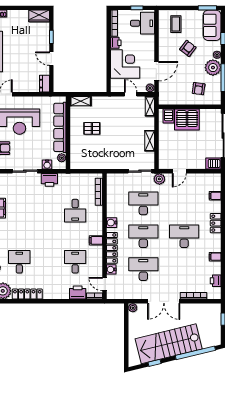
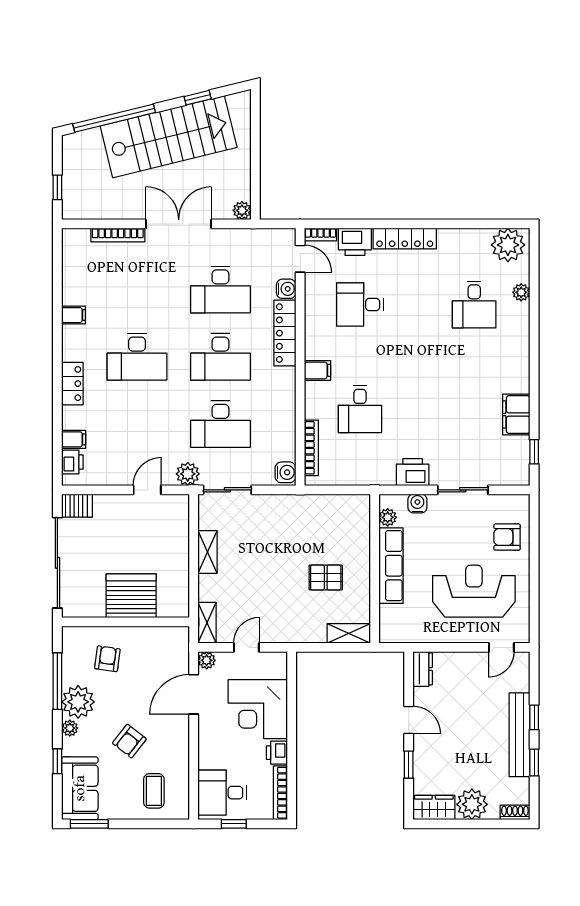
plant: (20, 18) -> (472, 804), added
door: (131, 94) -> (246, 647), swing flipped
server rack: (169, 116) -> (169, 603), removed
row of seats: (60, 127) -> (391, 566), width x0.73
desk: (75, 211) -> (360, 409), turned 180
water cooler: (112, 223) -> (285, 472), moved
filing cabinet: (96, 240) -> (317, 370), moved
desk: (75, 262) -> (360, 305), turned 90
printer: (216, 281) -> (72, 462), moved
locker: (27, 294) -> (405, 238), moved

